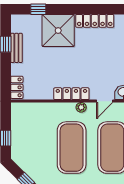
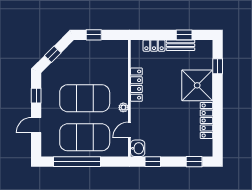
locker: (17, 87) -> (154, 46), moved
locker: (71, 94) -> (136, 85), moved
door: (105, 101) -> (129, 130), hinge flipped

